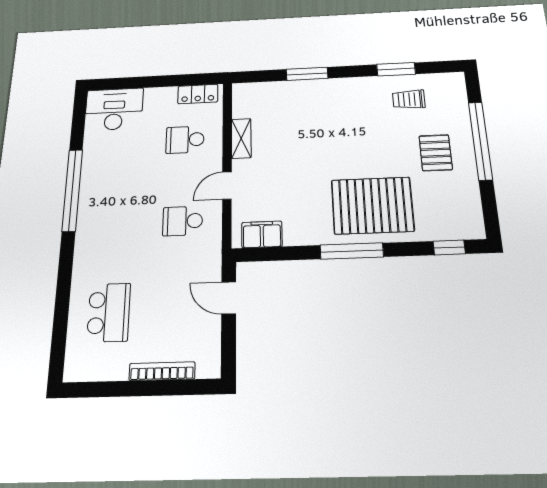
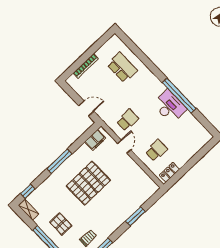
desk: (114, 109) -> (169, 107), moved, turned -90
shelving: (241, 138) -> (29, 210), moved
pallet: (372, 205) -> (88, 183), moved
school desk: (109, 312) -> (122, 67), turned 180

